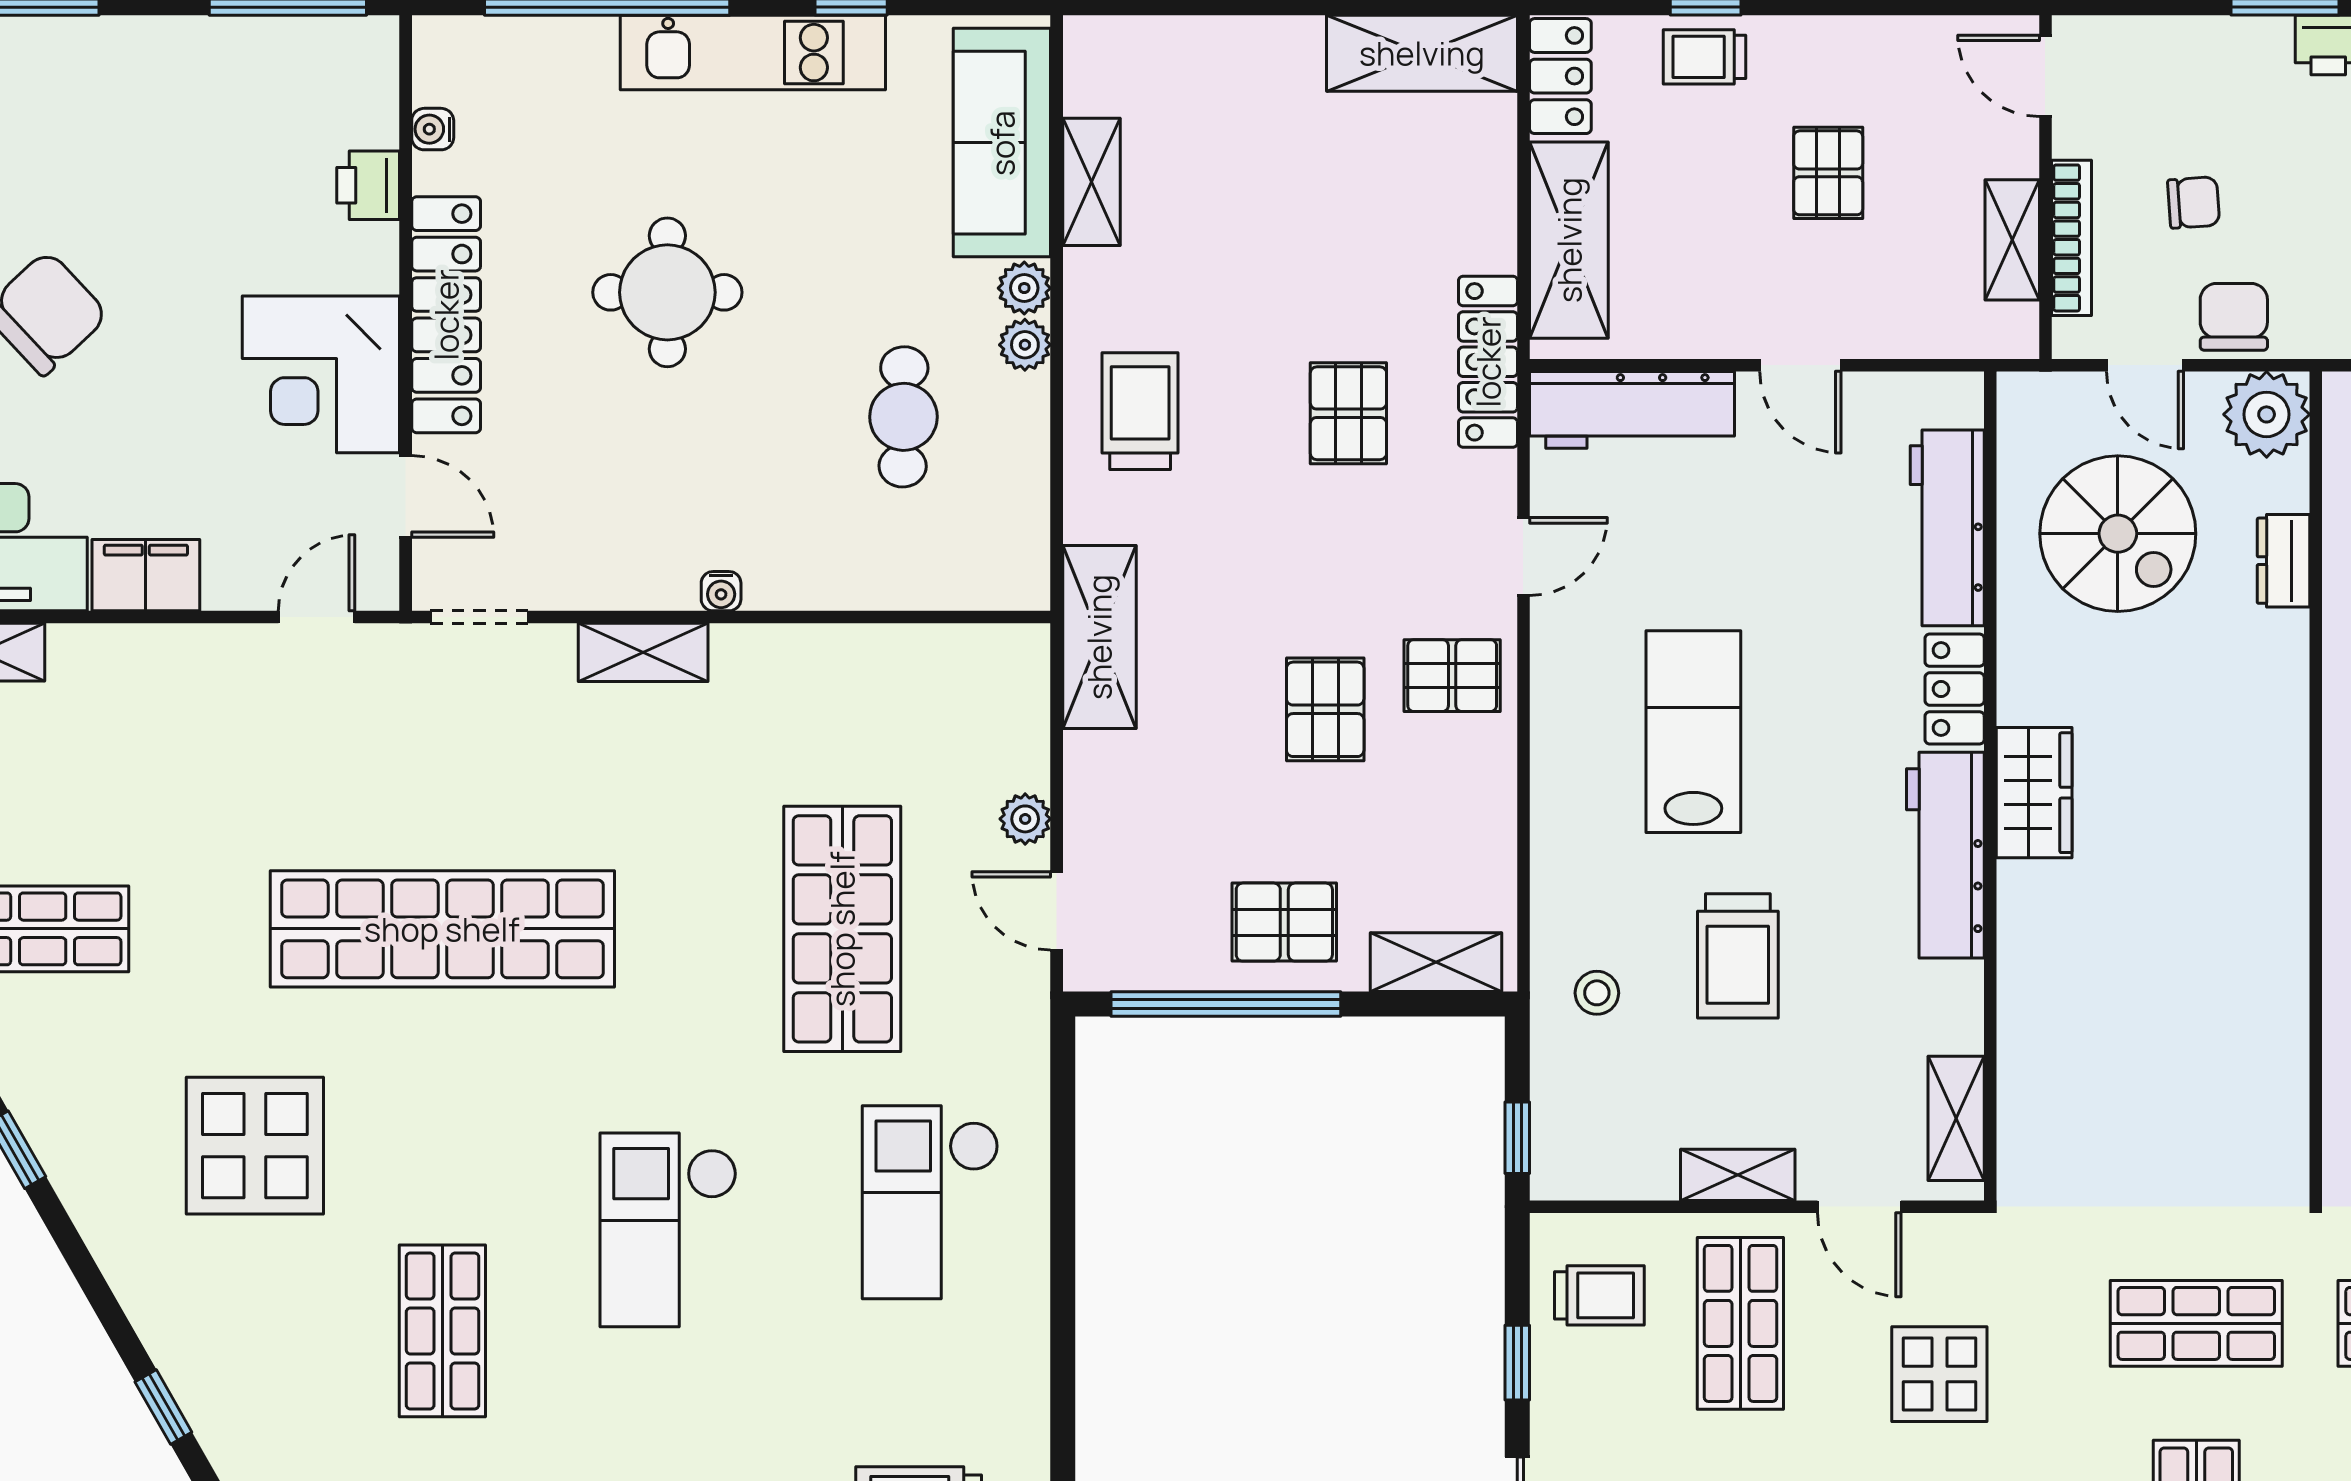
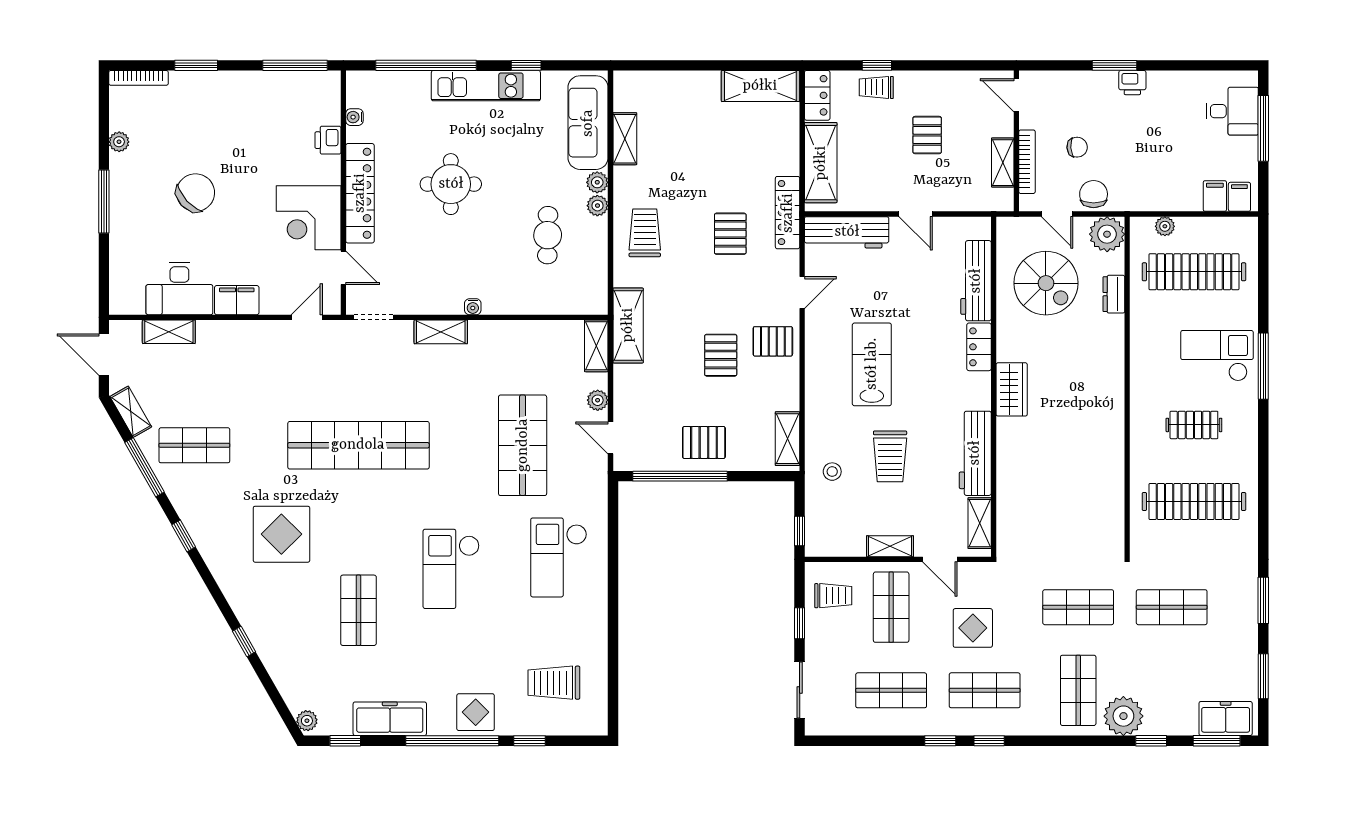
shelving: (1022, 687) -> (596, 346), added
workbench: (1945, 855) -> (975, 453), moved
shelving: (1436, 962) -> (787, 439), moved, turned 90

